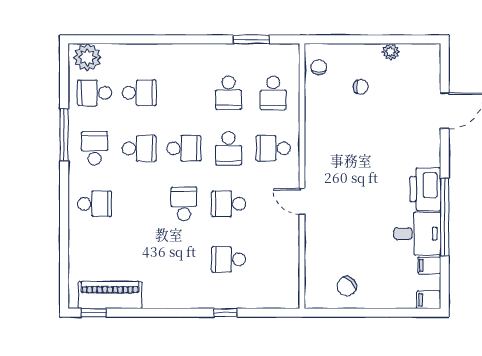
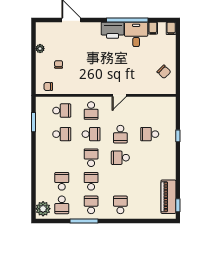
school desk: (95, 148) -> (91, 205), turned 90
school desk: (229, 259) -> (150, 134), turned 90

